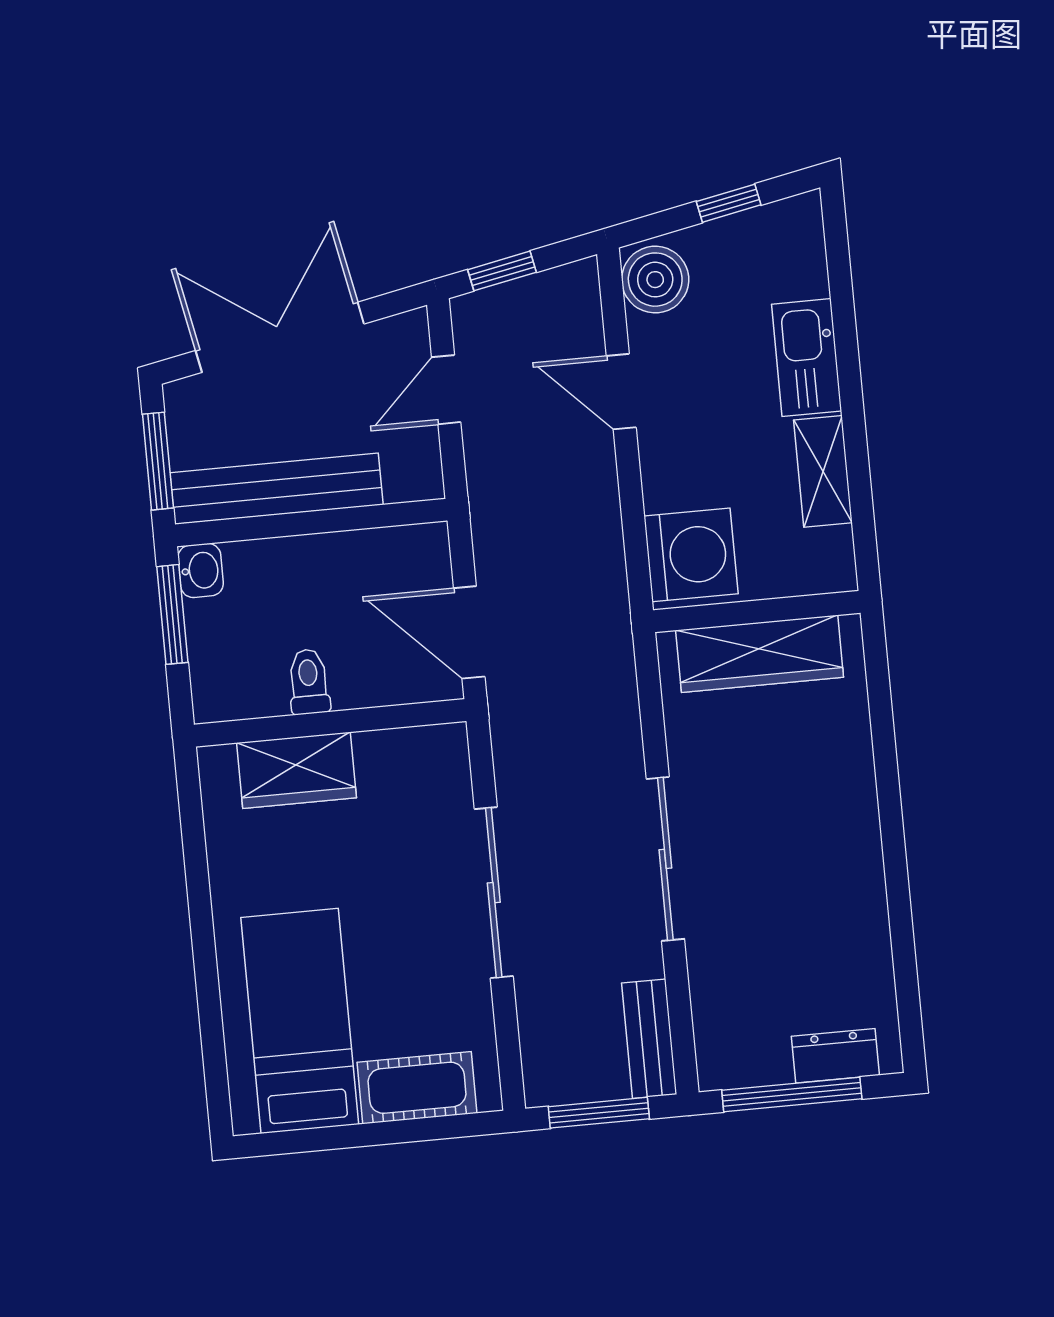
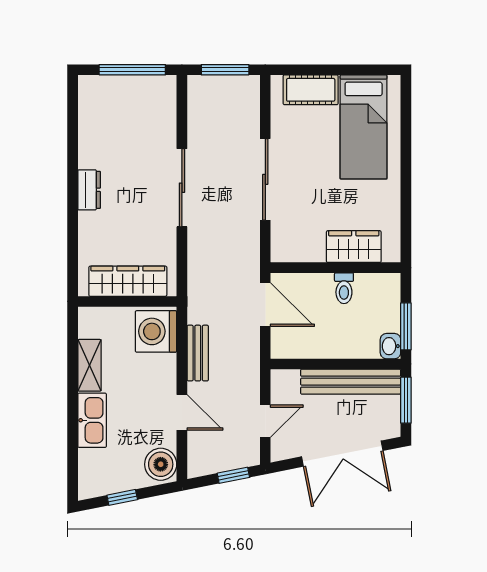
bench: (649, 1039) -> (198, 353), moved
dresser: (835, 1056) -> (89, 190), moved, turned -90

